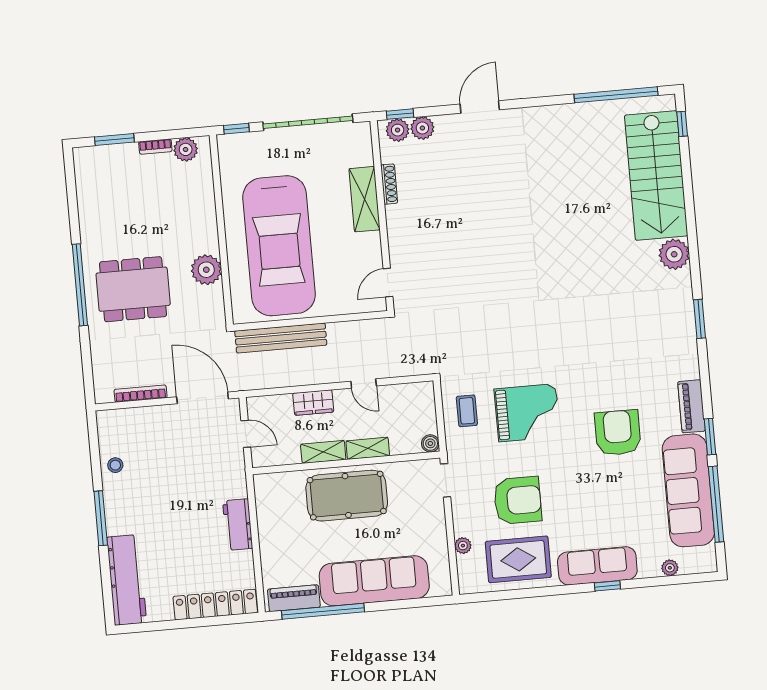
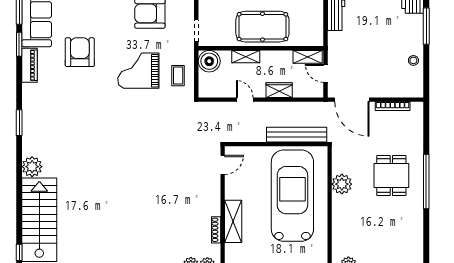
dining table: (133, 289) -> (391, 176), width x0.73
armchair: (618, 433) -> (80, 52), turned 180
boiler: (430, 443) -> (209, 61), width x1.86, depth x1.86
shelving: (323, 452) -> (308, 57), moved

